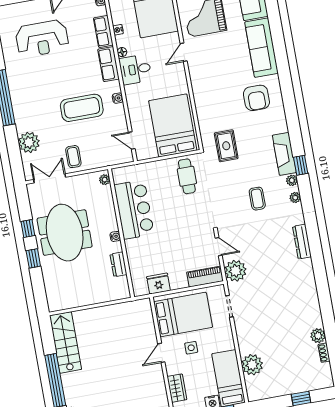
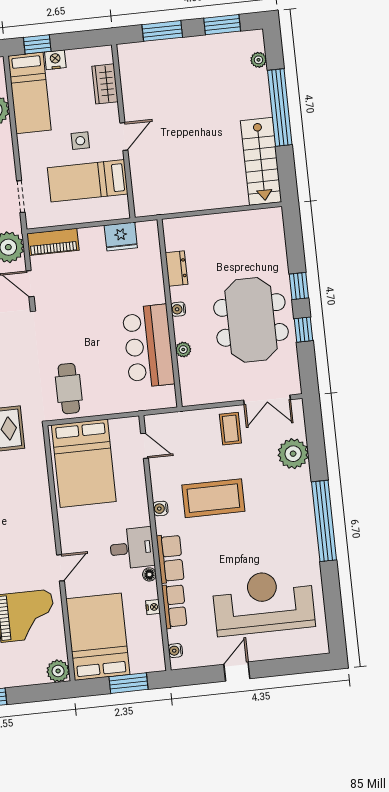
reception desk: (42, 38) -> (264, 602), width x1.36, depth x1.30
plant: (105, 180) -> (183, 350), moved
bed: (183, 314) -> (88, 181), width x0.67

